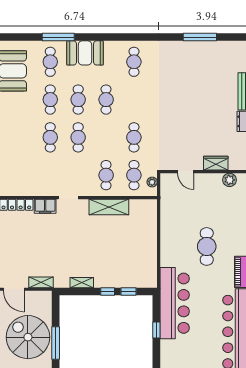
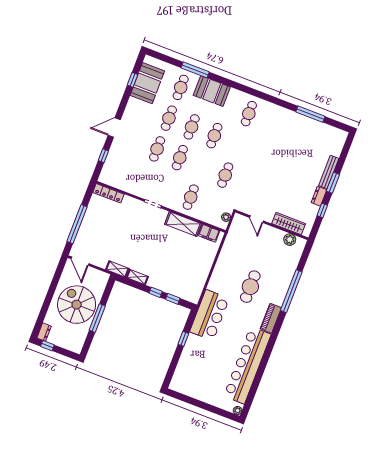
wardrobe: (216, 163) -> (289, 224), width x1.50
cafe table: (134, 175) -> (213, 206), removed
filing cabinet: (45, 206) -> (209, 233), moved
shelving: (41, 282) -> (117, 269), moved
bar counter: (175, 303) -> (210, 315), width x0.73

